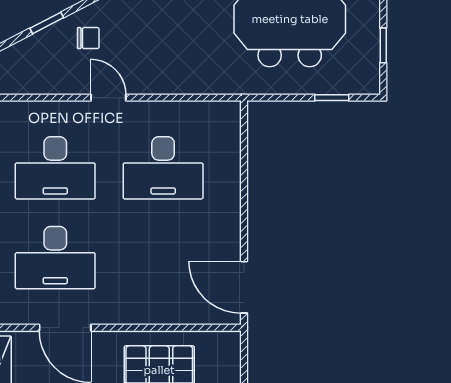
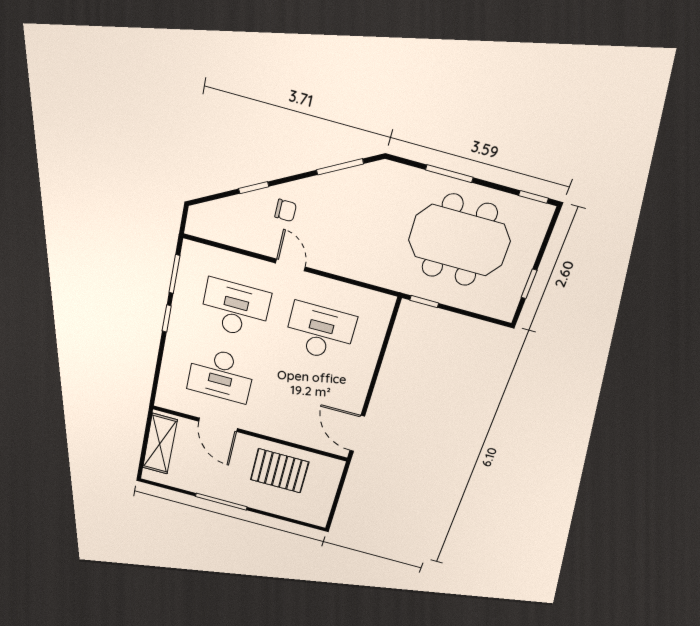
window: (332, 98) -> (424, 302), moved
desk: (55, 168) -> (235, 309), turned 180
desk: (163, 168) -> (320, 332), turned 180

